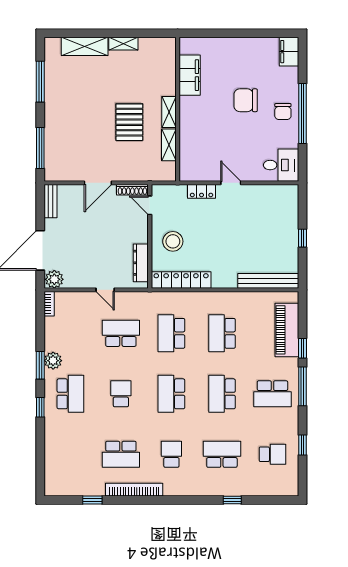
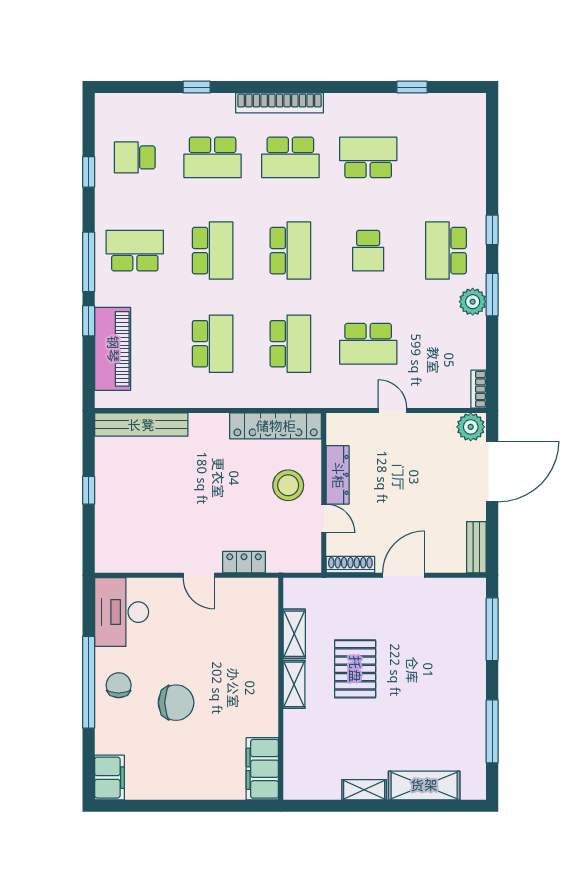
filing cabinet: (190, 75) -> (262, 769), moved
desk: (281, 165) -> (122, 612), width x1.37
door: (150, 205) -> (324, 519), moved
dresser: (141, 263) -> (338, 475), moved
school desk: (171, 454) -> (290, 157), width x1.85
bookcase: (134, 490) -> (279, 103), moved

